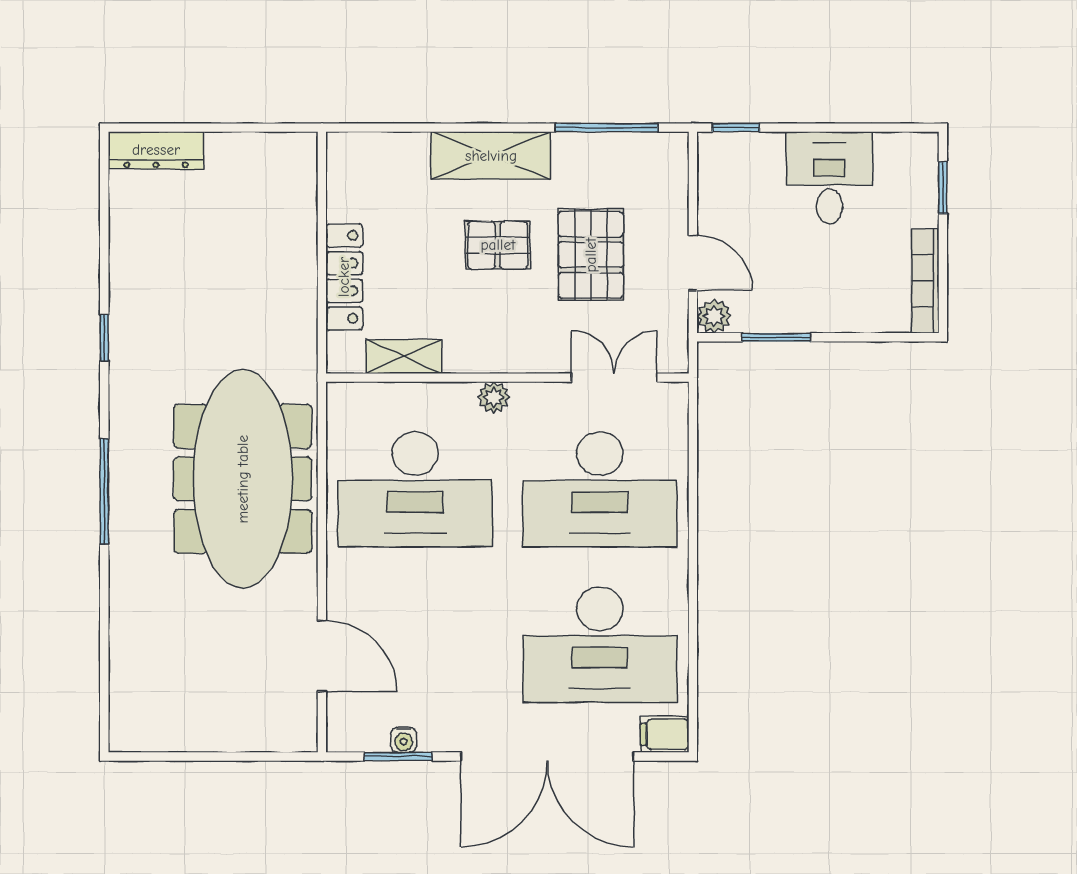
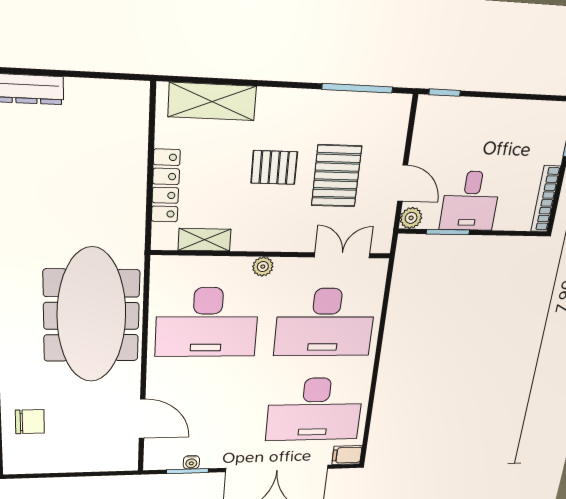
shelving: (491, 156) -> (212, 102), moved
desk: (829, 178) -> (470, 201), moved, turned 180
chair: (151, 658) -> (30, 422), added

